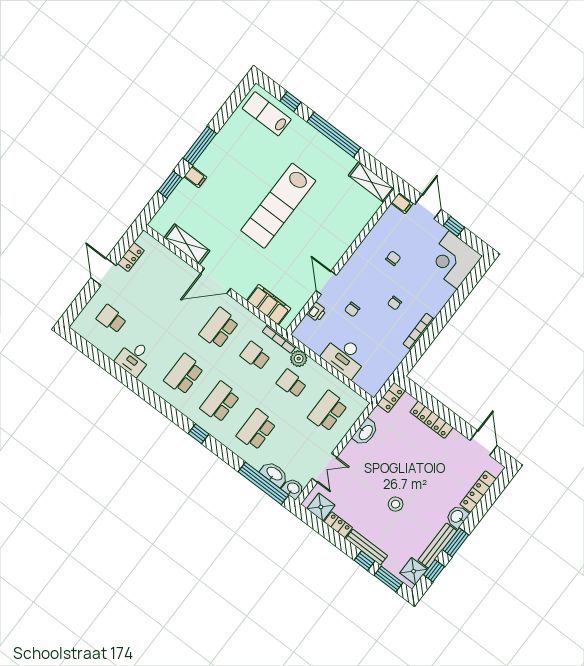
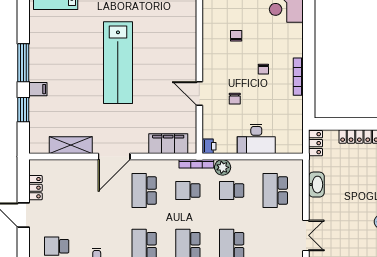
printer: (317, 312) -> (209, 146), moved

